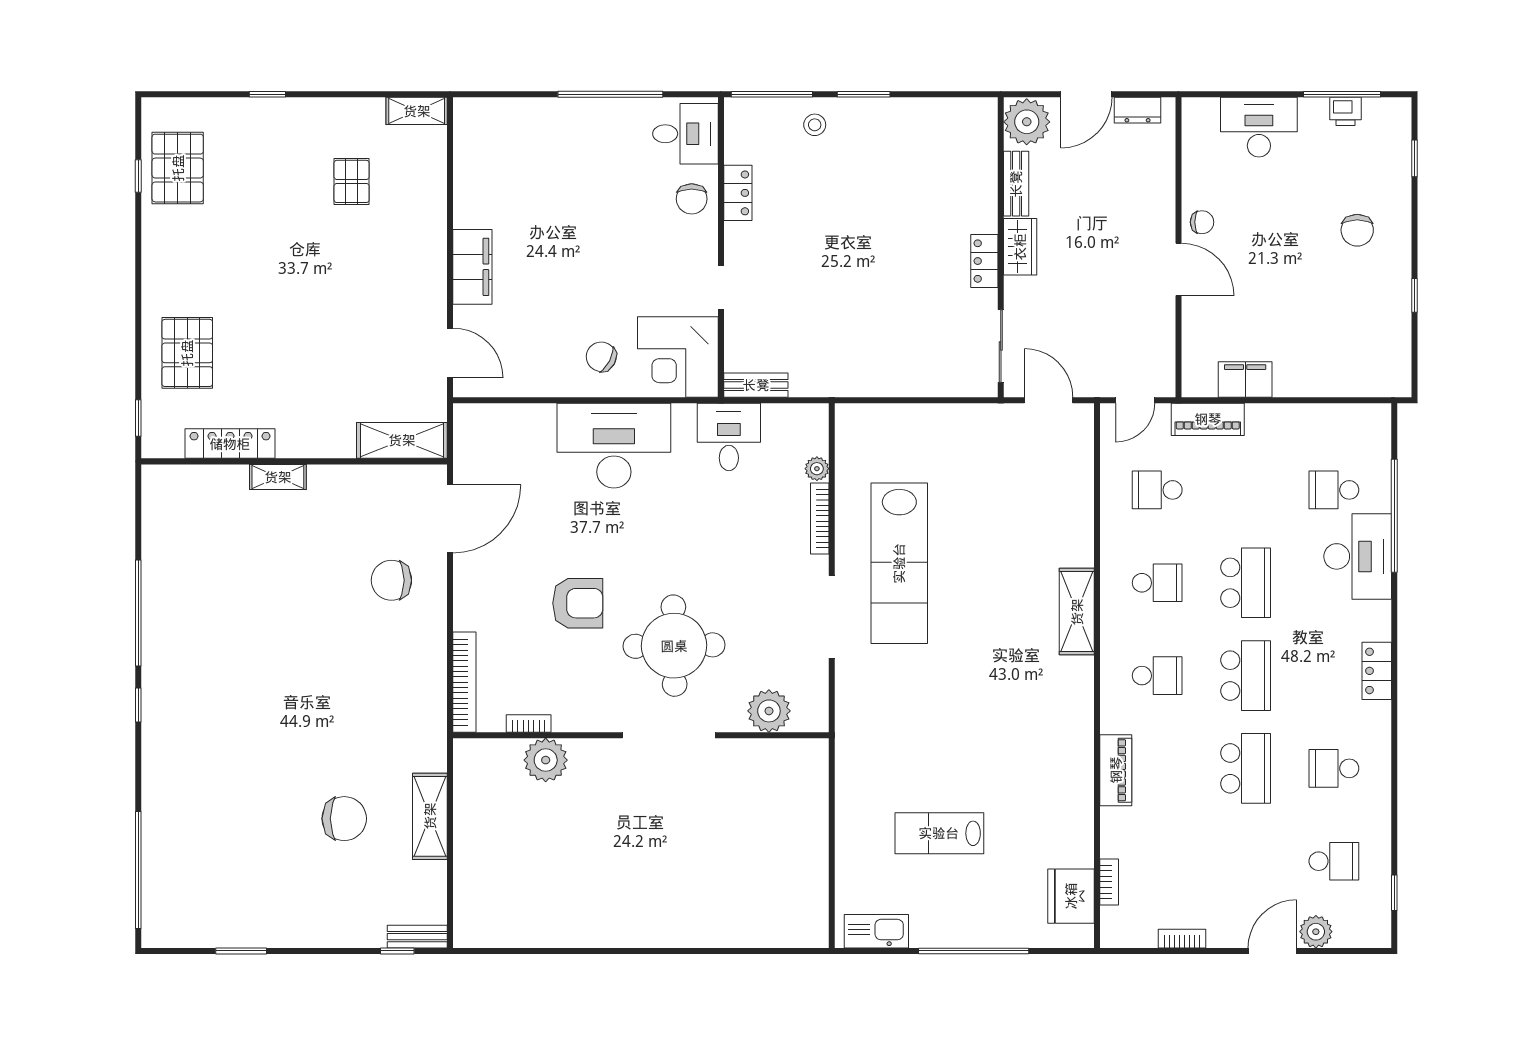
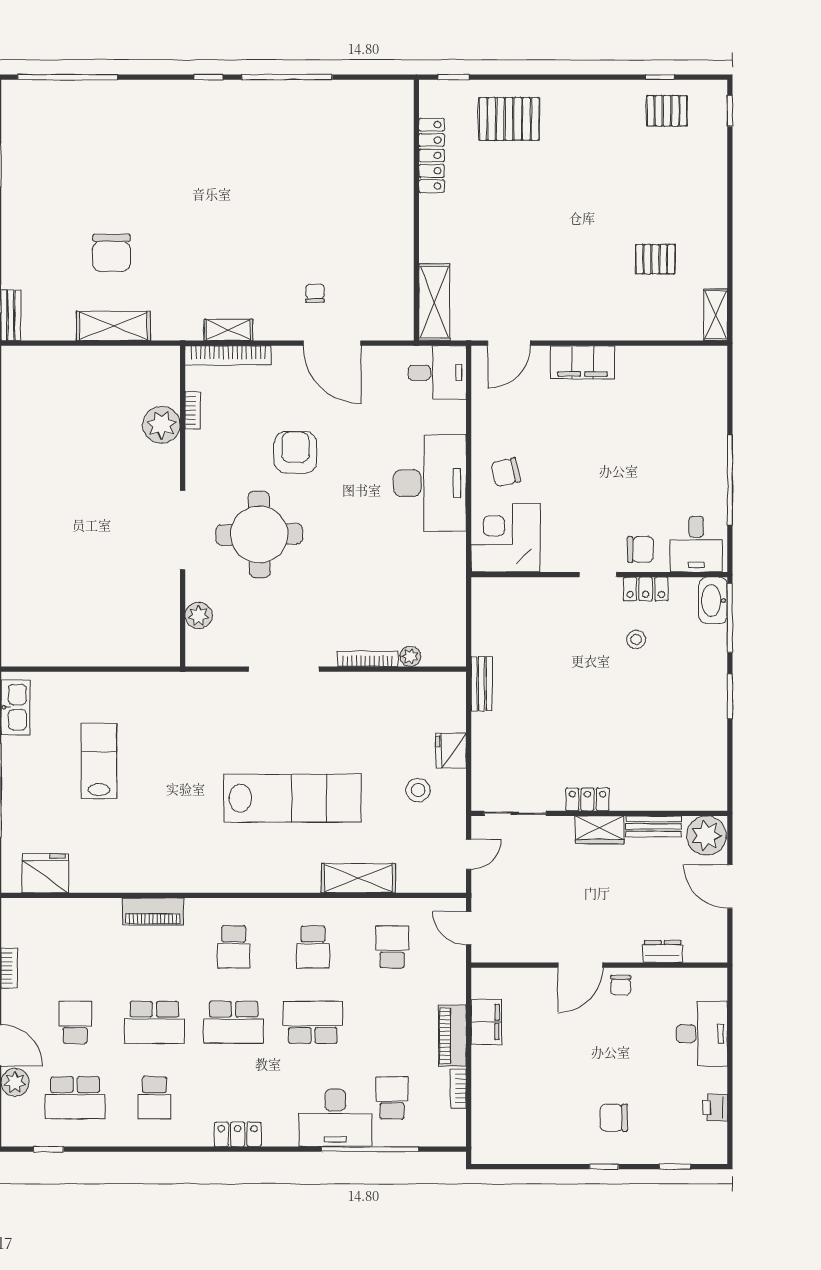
window: (267, 94) -> (730, 111), moved
window: (1342, 94) -> (730, 1105), removed
dresser: (1138, 110) -> (663, 952), moved, turned 90
washbasin: (751, 114) -> (713, 600), added
stool: (815, 125) -> (636, 639), moved
pallet: (178, 168) -> (667, 111), width x0.67, depth x0.71
chair: (692, 199) -> (641, 549), turned 180
doorway: (721, 288) -> (598, 575), moved
window: (1415, 295) -> (604, 1167), moved
chair: (601, 357) -> (506, 472), turned -131
bench: (756, 385) -> (482, 684), moved
door: (1049, 400) -> (469, 854), width x0.73
piano: (1208, 419) -> (452, 1036), moved
fridge: (927, 421) -> (451, 751), added
desk: (729, 437) -> (437, 373), moved
stool: (973, 460) -> (418, 790), added
shelving: (278, 477) -> (228, 330), moved, turned 90
door: (450, 519) -> (332, 343), moved
lab bench: (899, 563) -> (292, 798), moved, turned 180
chair: (391, 580) -> (315, 293), width x0.54, depth x0.54
school desk: (1246, 583) -> (313, 1022), turned 180
armchair: (578, 603) -> (295, 452), turned 180
shelving: (1077, 612) -> (358, 878), moved
plant: (769, 711) -> (199, 615), width x0.73, depth x0.73
school desk: (1334, 768) -> (154, 1098), turned 180
school desk: (1246, 861) -> (75, 1022), added
school desk: (1334, 861) -> (75, 1098), width x1.85
bookcase: (1109, 882) -> (458, 1088), moved, turned 90

